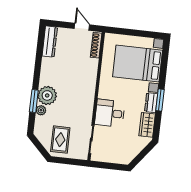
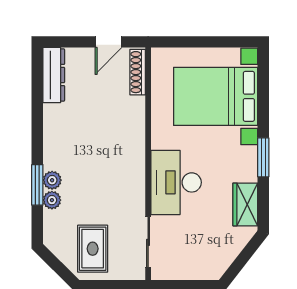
door: (82, 27) -> (108, 42), swing flipped
plant: (47, 95) -> (52, 180), width x0.53, depth x0.53
dresser: (151, 103) -> (248, 164), removed
desk: (110, 113) -> (176, 182), width x1.37

